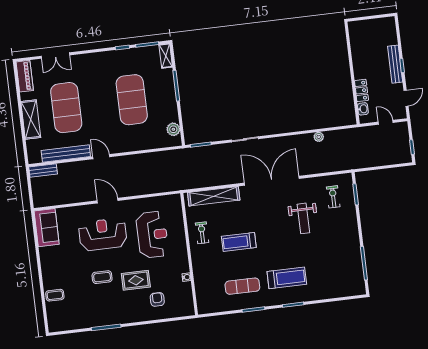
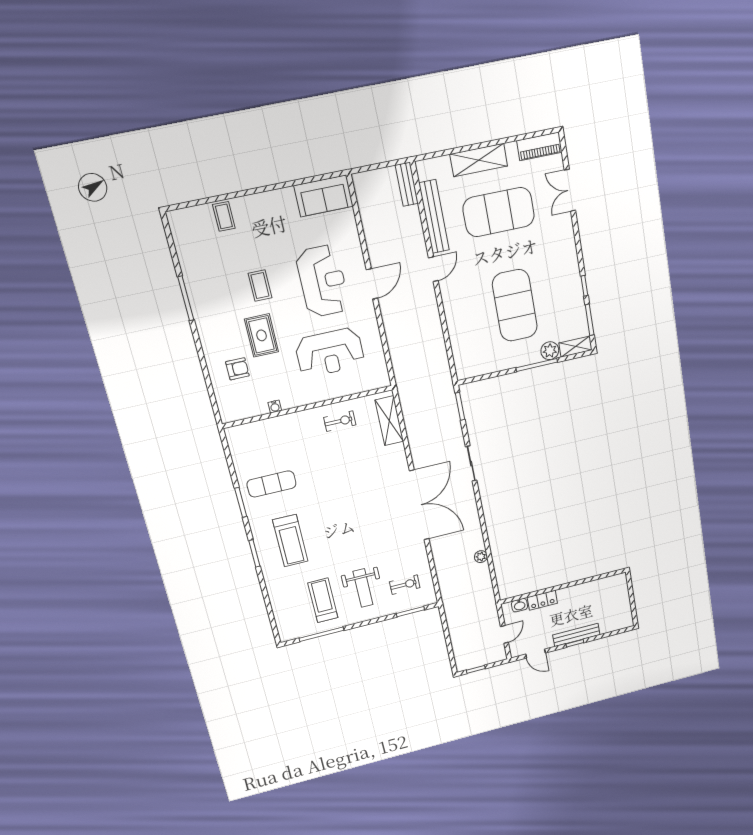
exercise mat: (132, 100) -> (515, 305), turned 90
plant: (173, 129) -> (550, 351), moved
shelving: (214, 196) -> (389, 421), width x0.68
weight bench: (303, 218) -> (363, 588), moved, turned -90
treadmill: (239, 242) -> (323, 600), moved
exercise mat: (242, 286) -> (272, 484), turned 90

